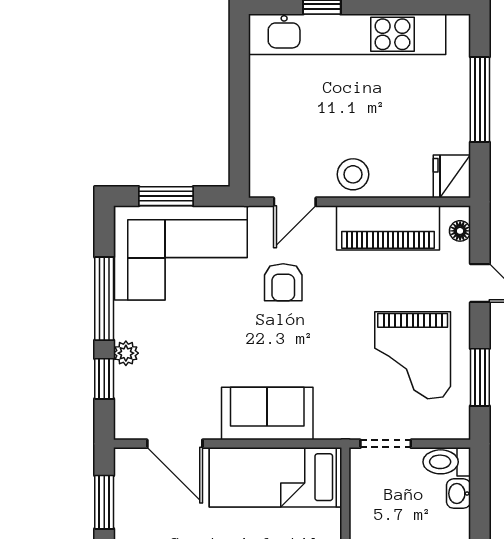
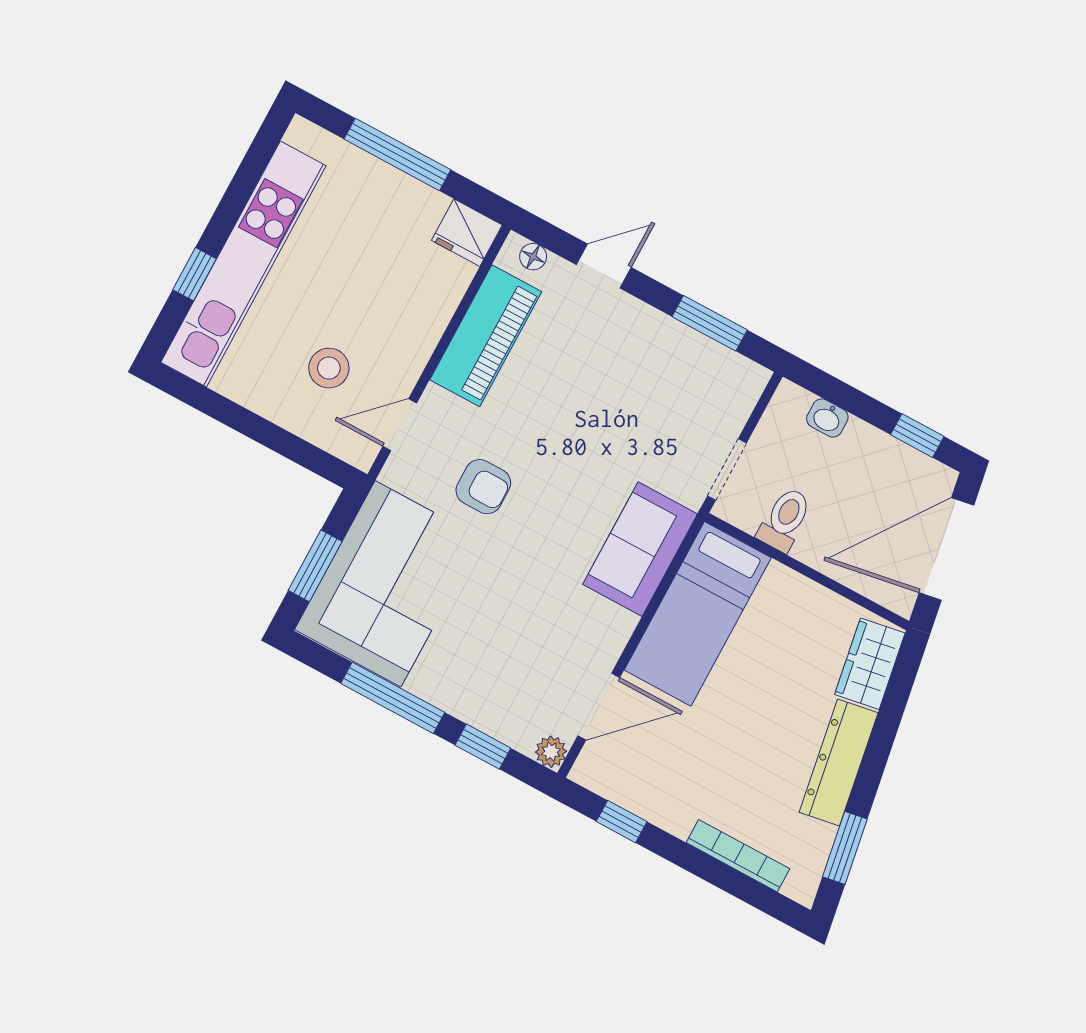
stool: (353, 174) -> (329, 368), moved
door: (295, 202) -> (400, 425), swing flipped
plant: (126, 353) -> (551, 752), moved
grand piano: (413, 355) -> (644, 385), removed
sofa: (267, 413) -> (640, 549), moved
toilet: (447, 462) -> (785, 519), moved, turned 180
window: (104, 502) -> (622, 822), width x0.67

